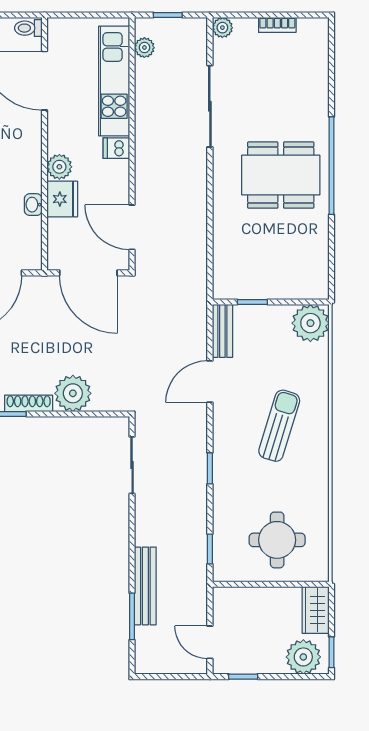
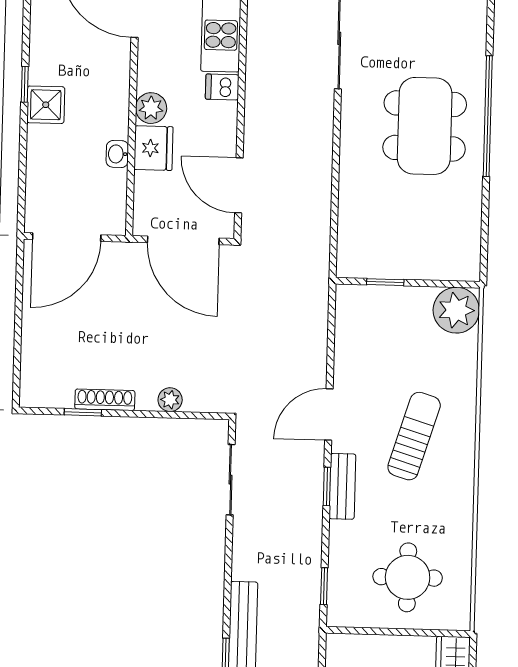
dining table: (281, 175) -> (425, 126), turned 90
bench: (222, 331) -> (342, 486), moved
door: (210, 382) -> (329, 414), moved
plant: (73, 393) -> (170, 400), width x0.53, depth x0.53

